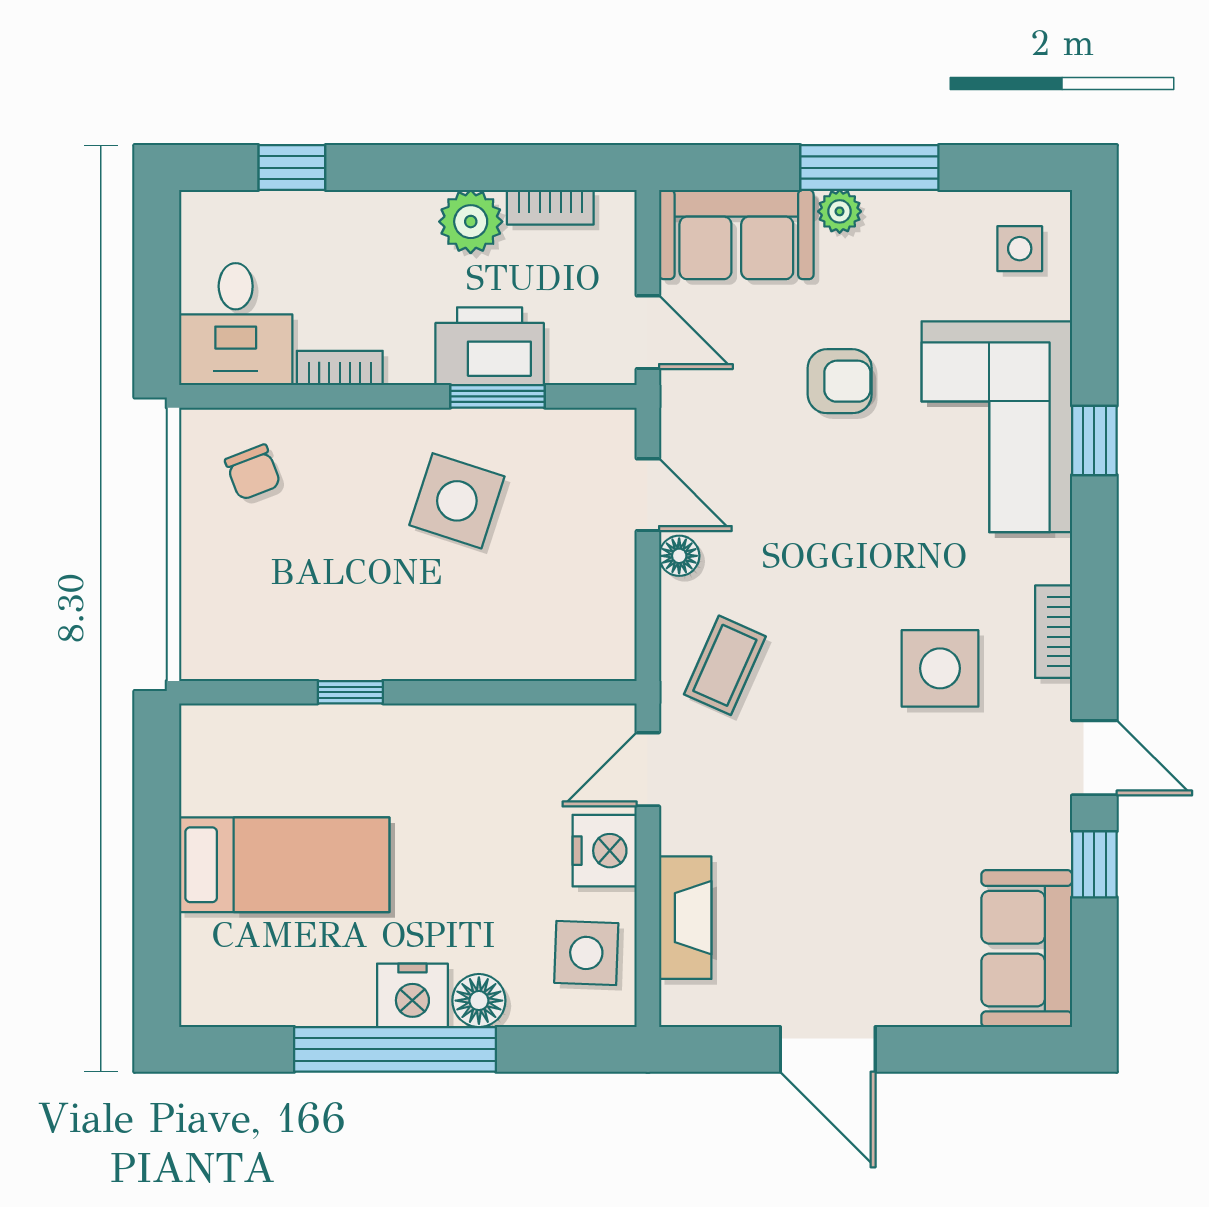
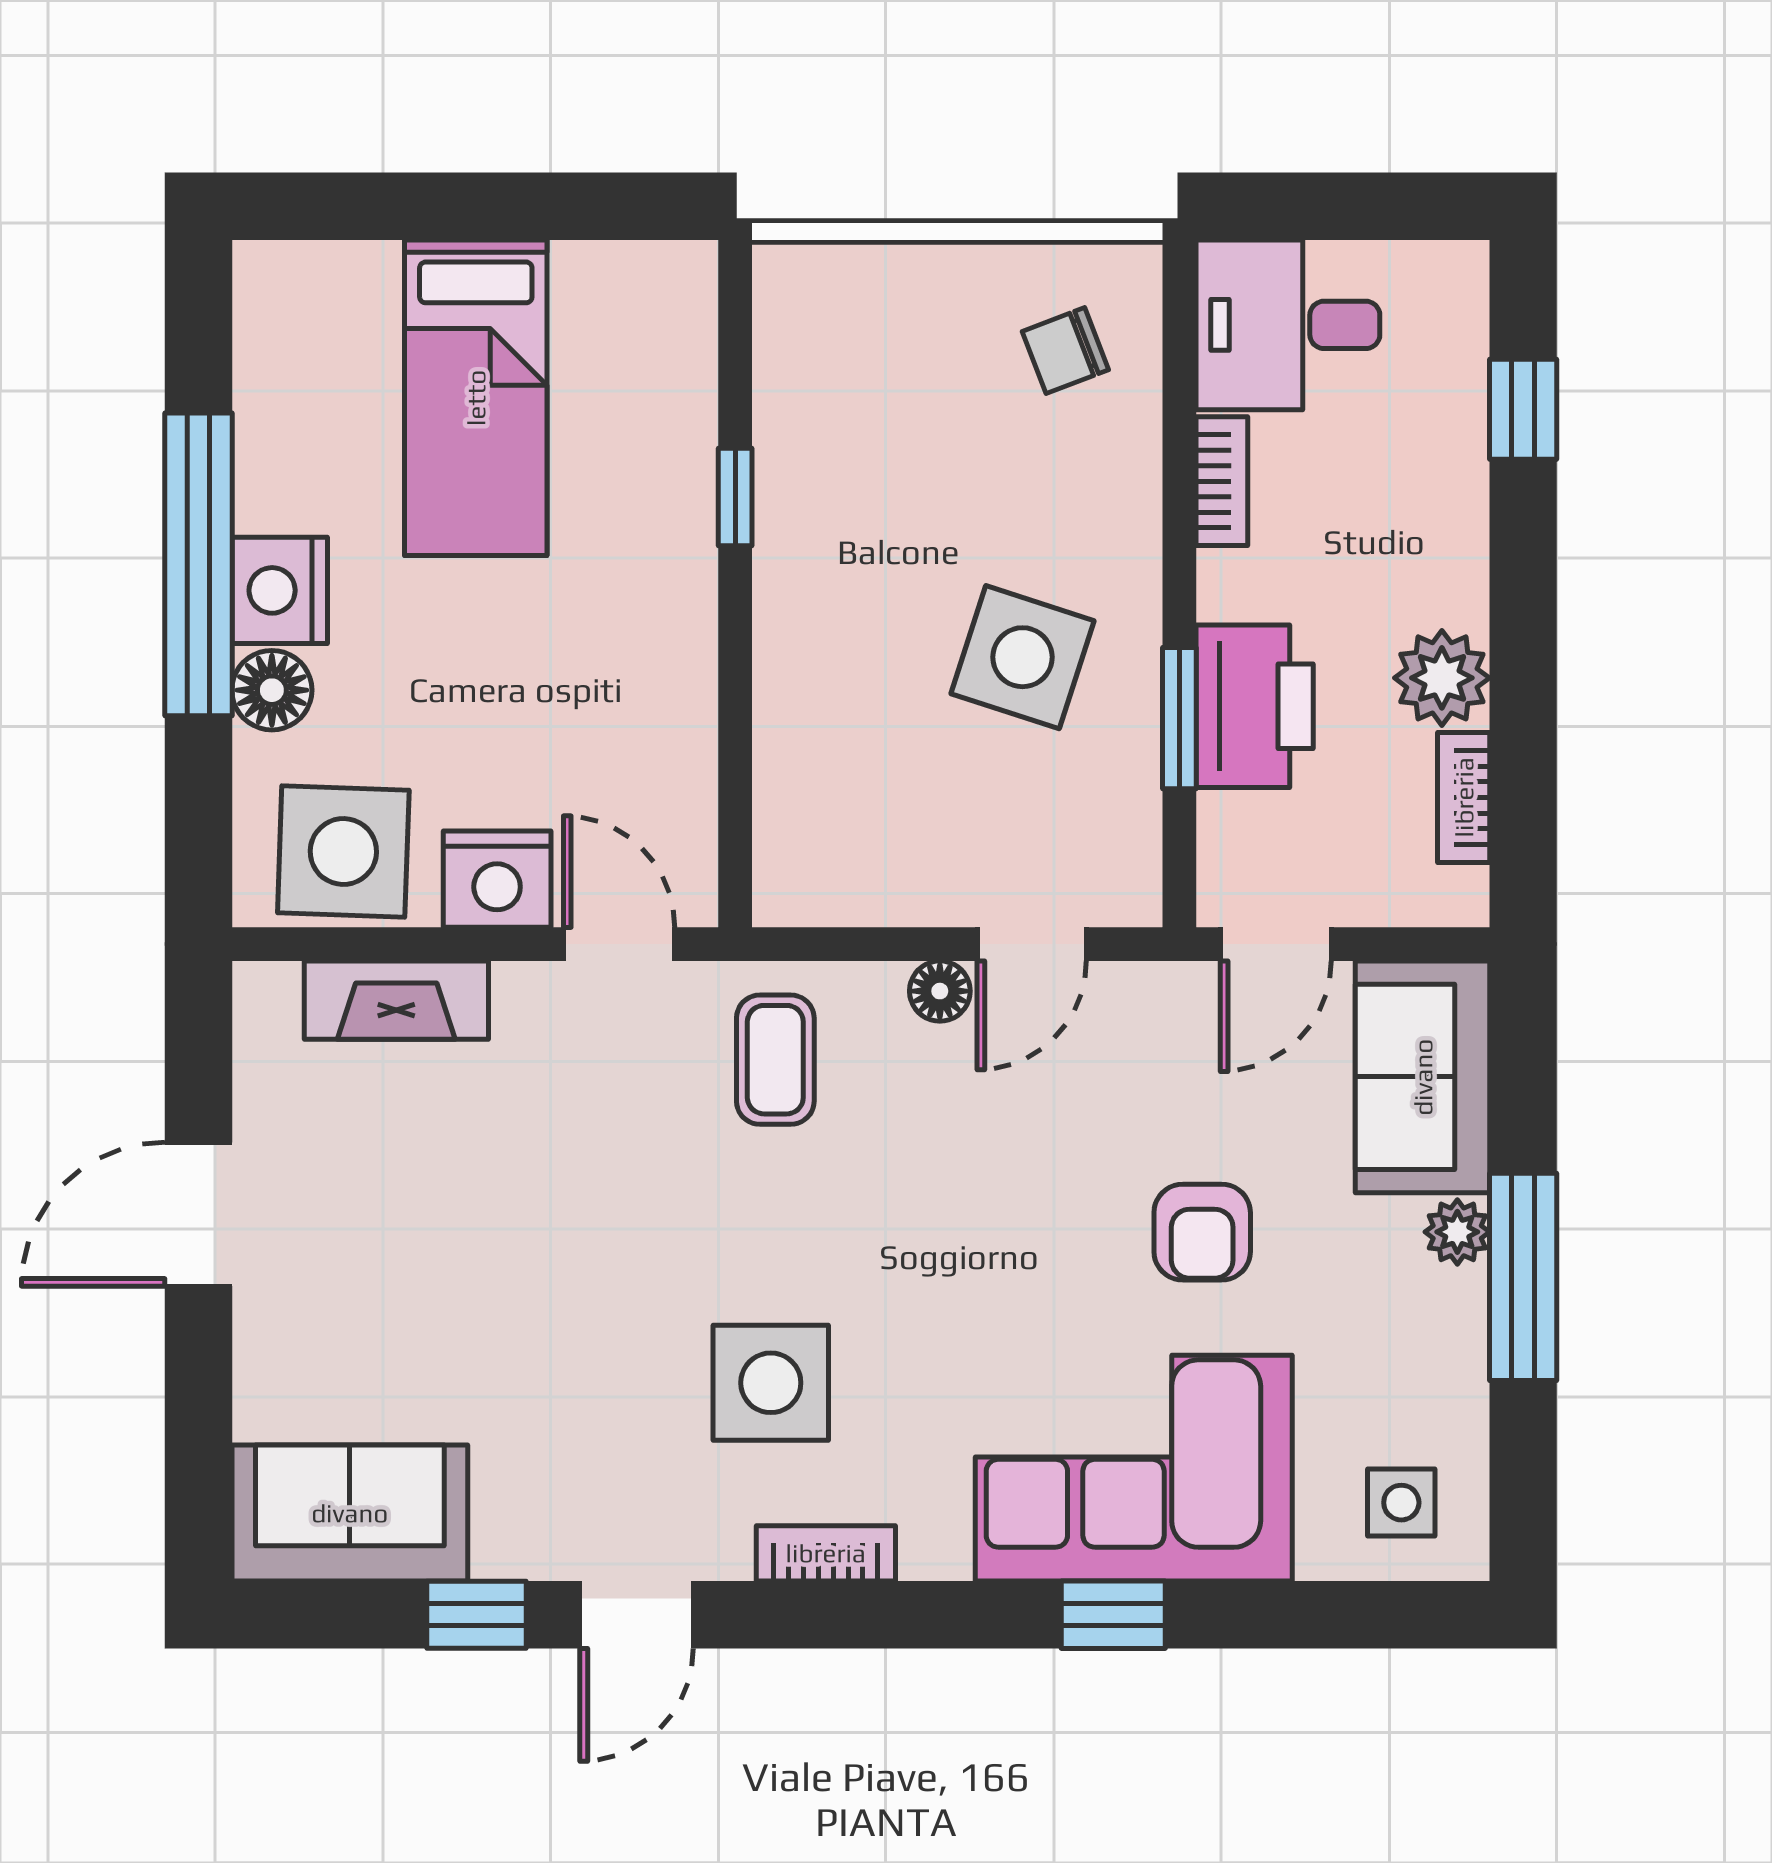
coffee table: (725, 665) -> (775, 1060), turned 66
side table: (586, 953) -> (343, 852), width x1.37, depth x1.37

